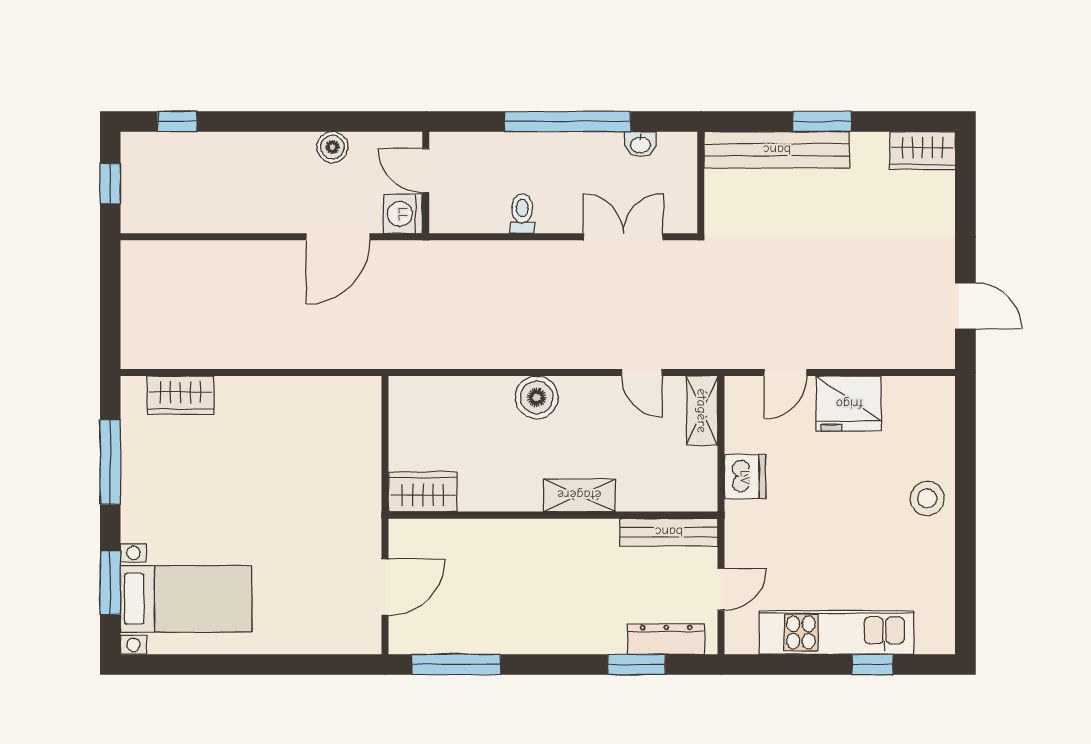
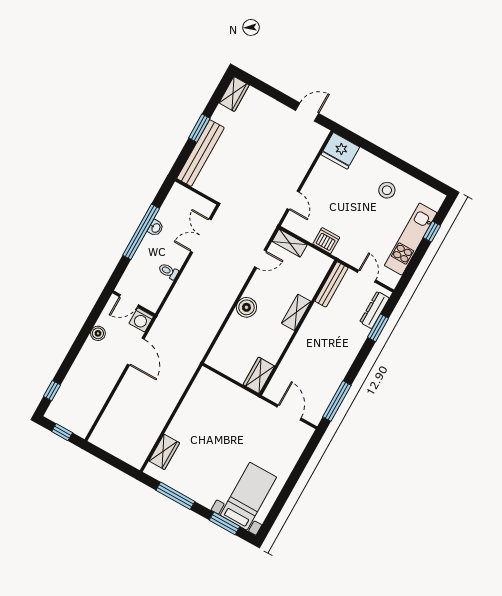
washbasin: (640, 144) -> (156, 228), moved
fridge: (849, 404) -> (340, 151), moved, turned 90
stool: (927, 498) -> (387, 190), moved

